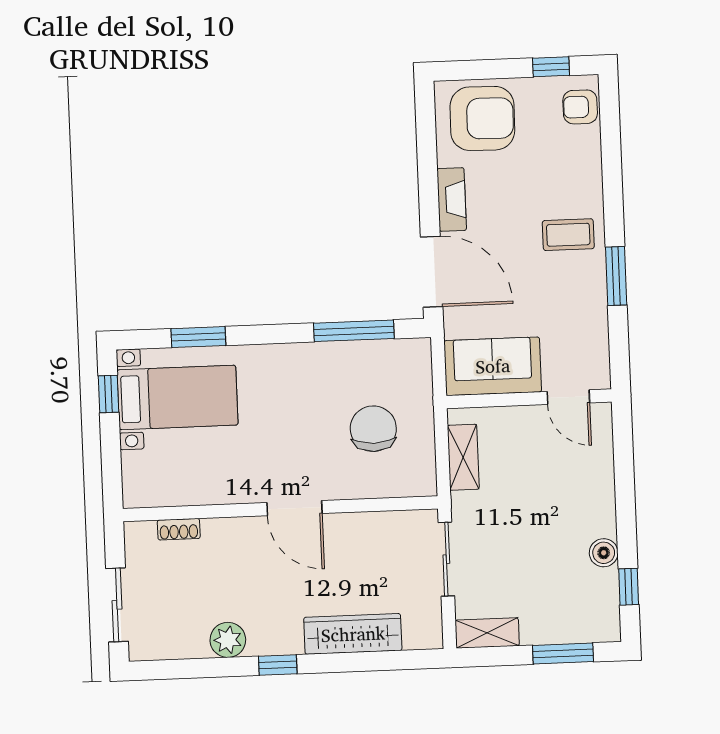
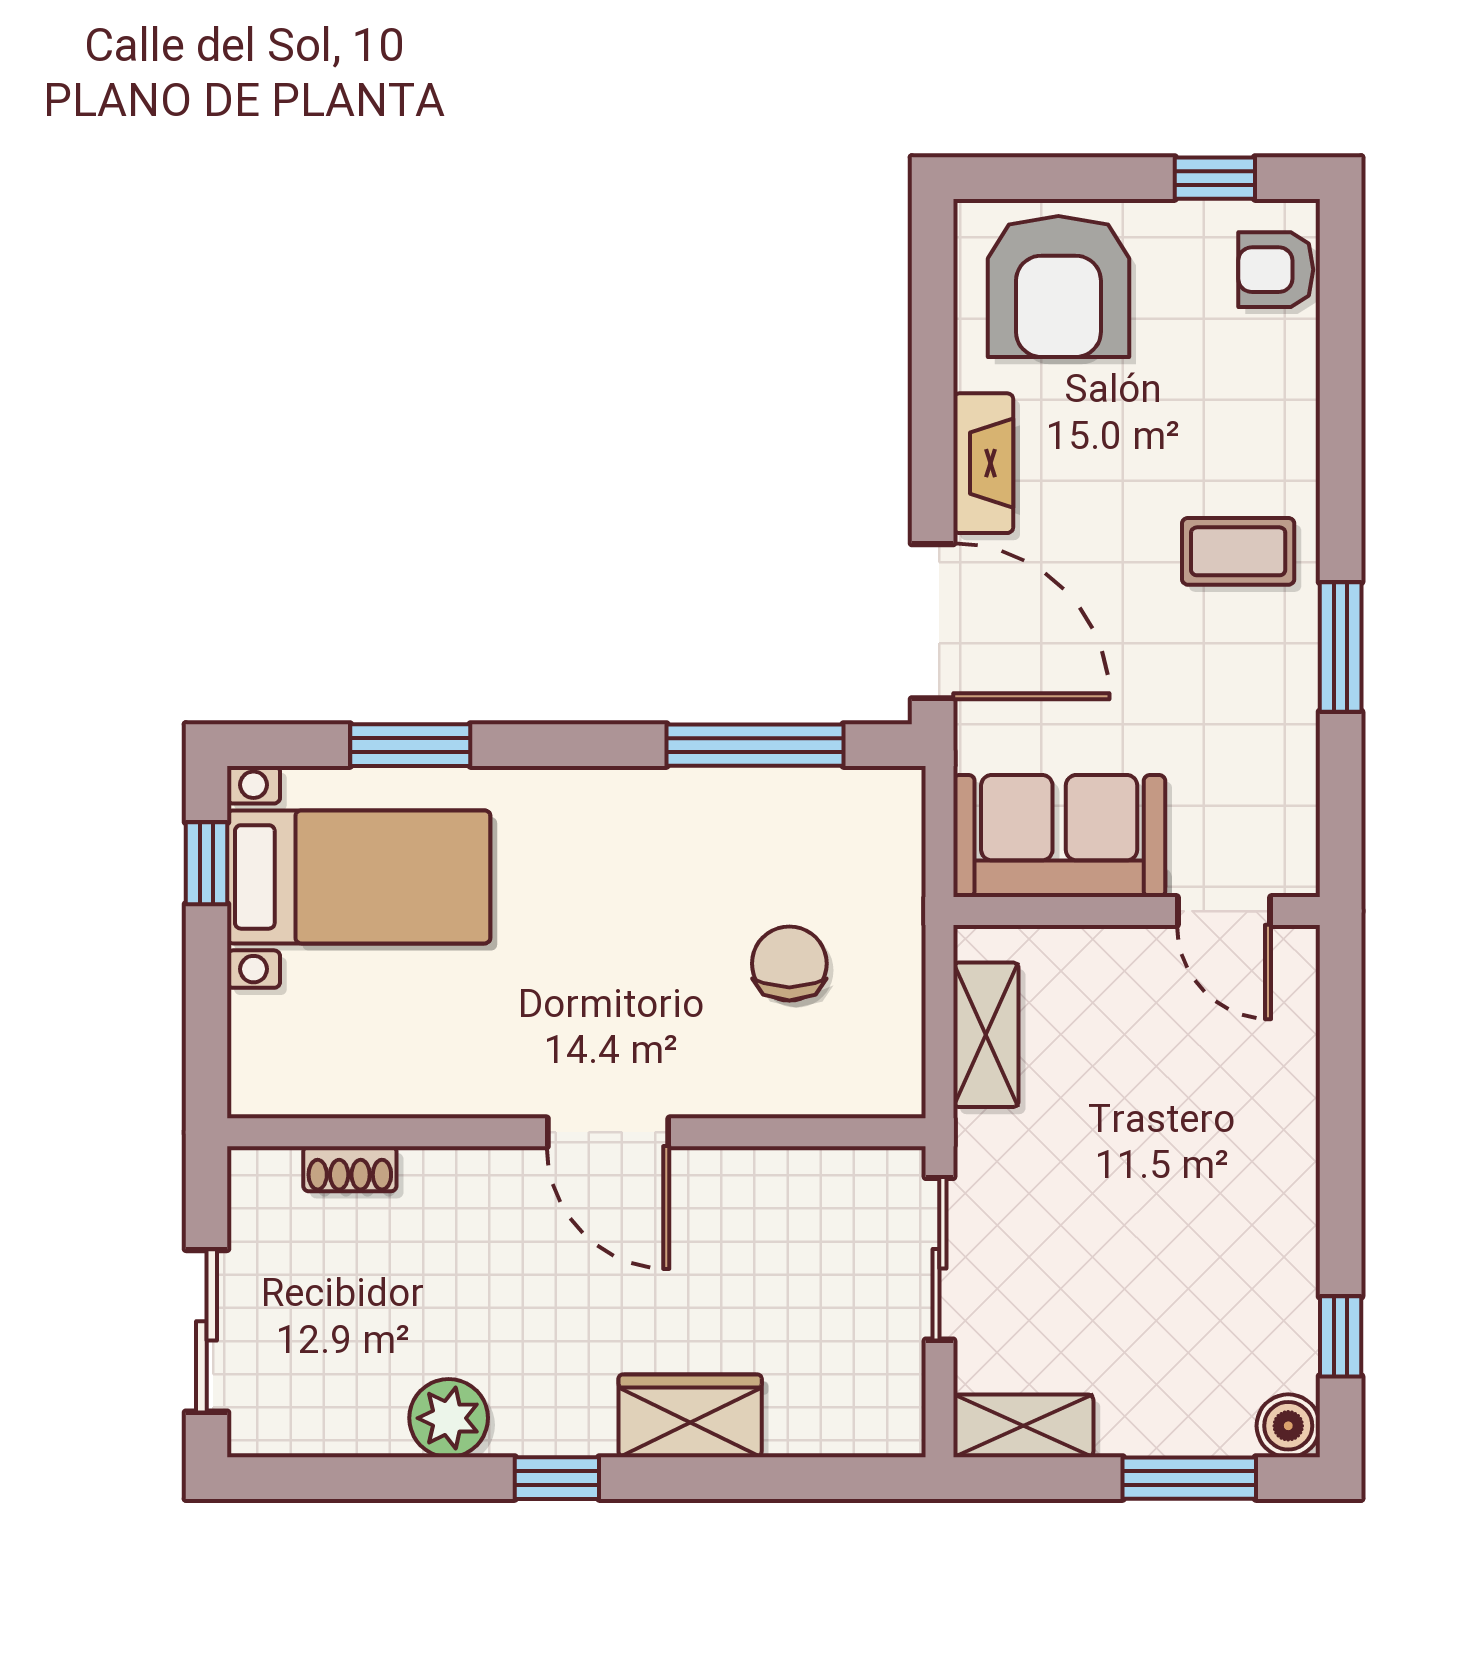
armchair: (482, 118) -> (1058, 287), turned 89
chair: (373, 429) -> (789, 964), width x0.73, depth x0.73
boiler: (604, 553) -> (1288, 1426), moved
wardrobe: (353, 634) -> (690, 1416), width x0.67

